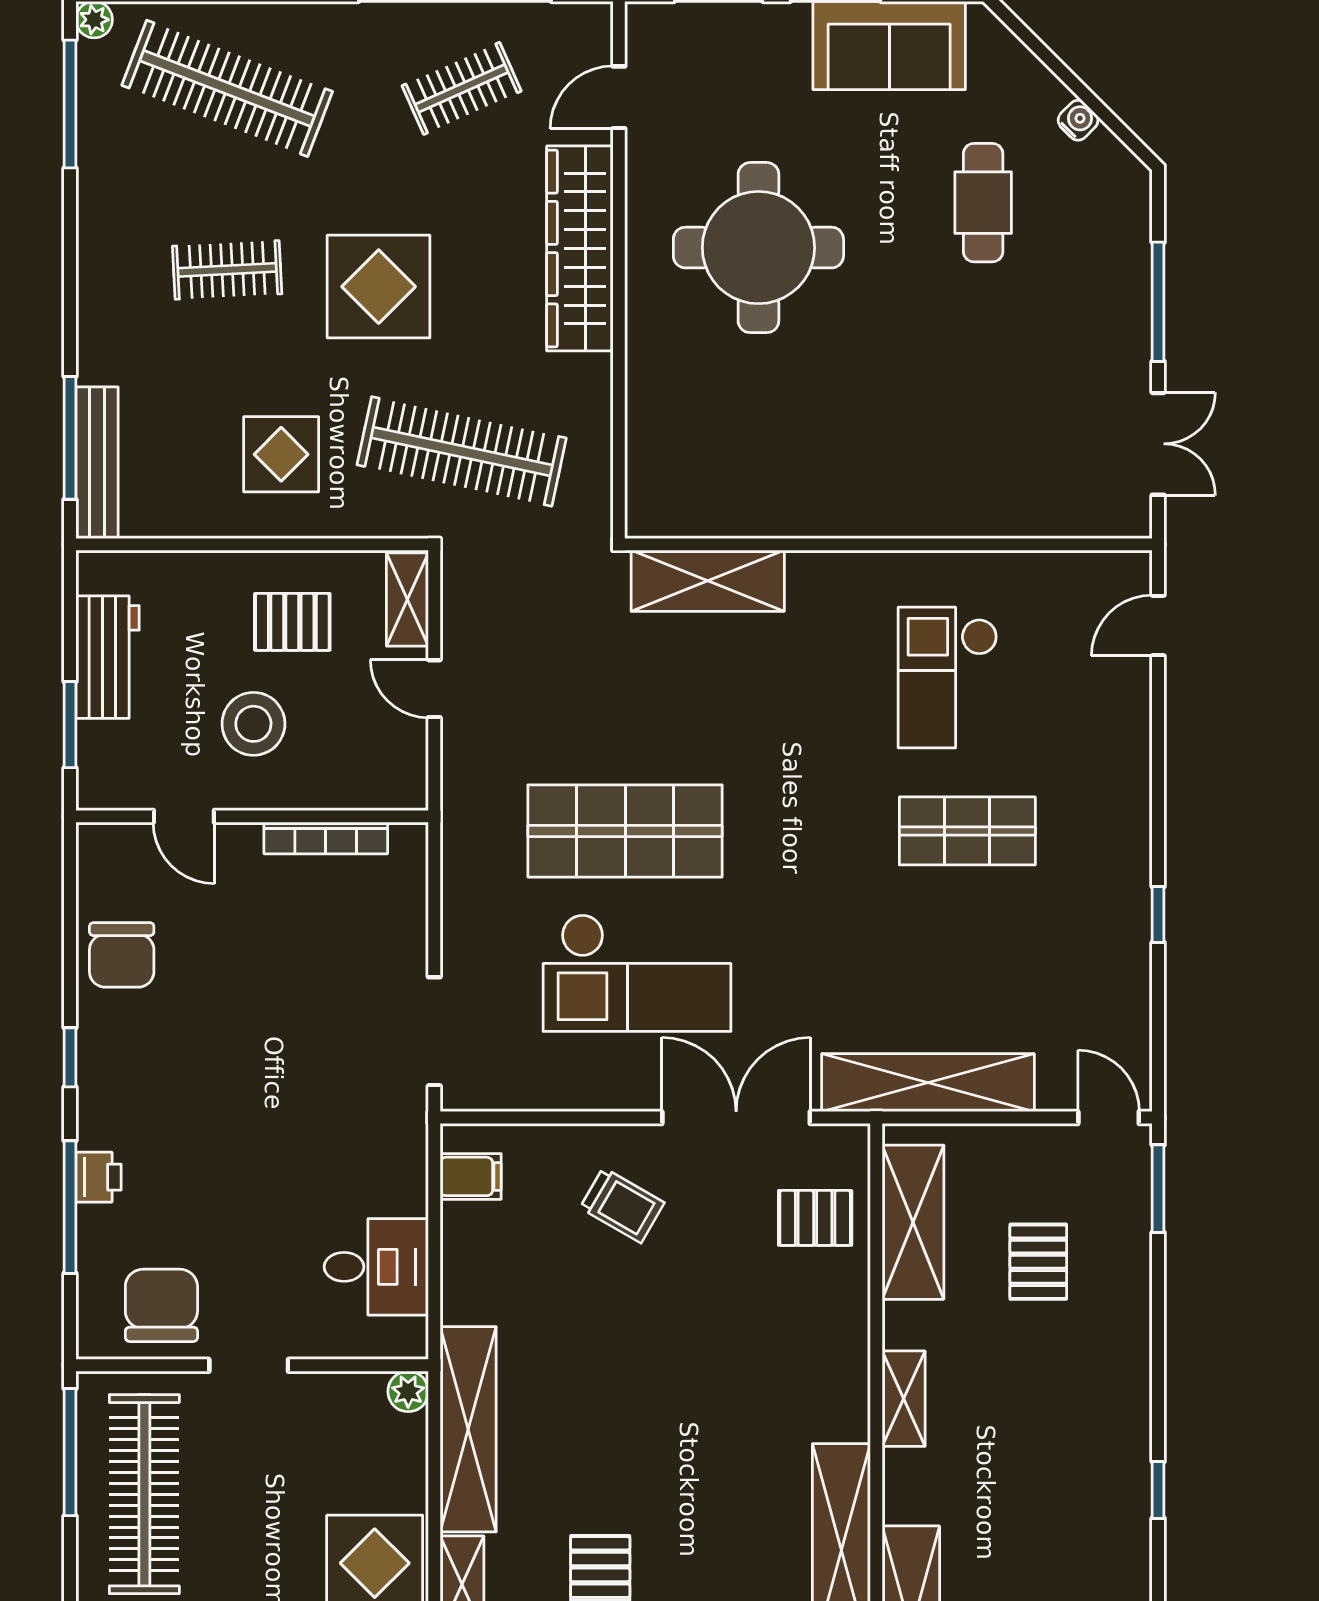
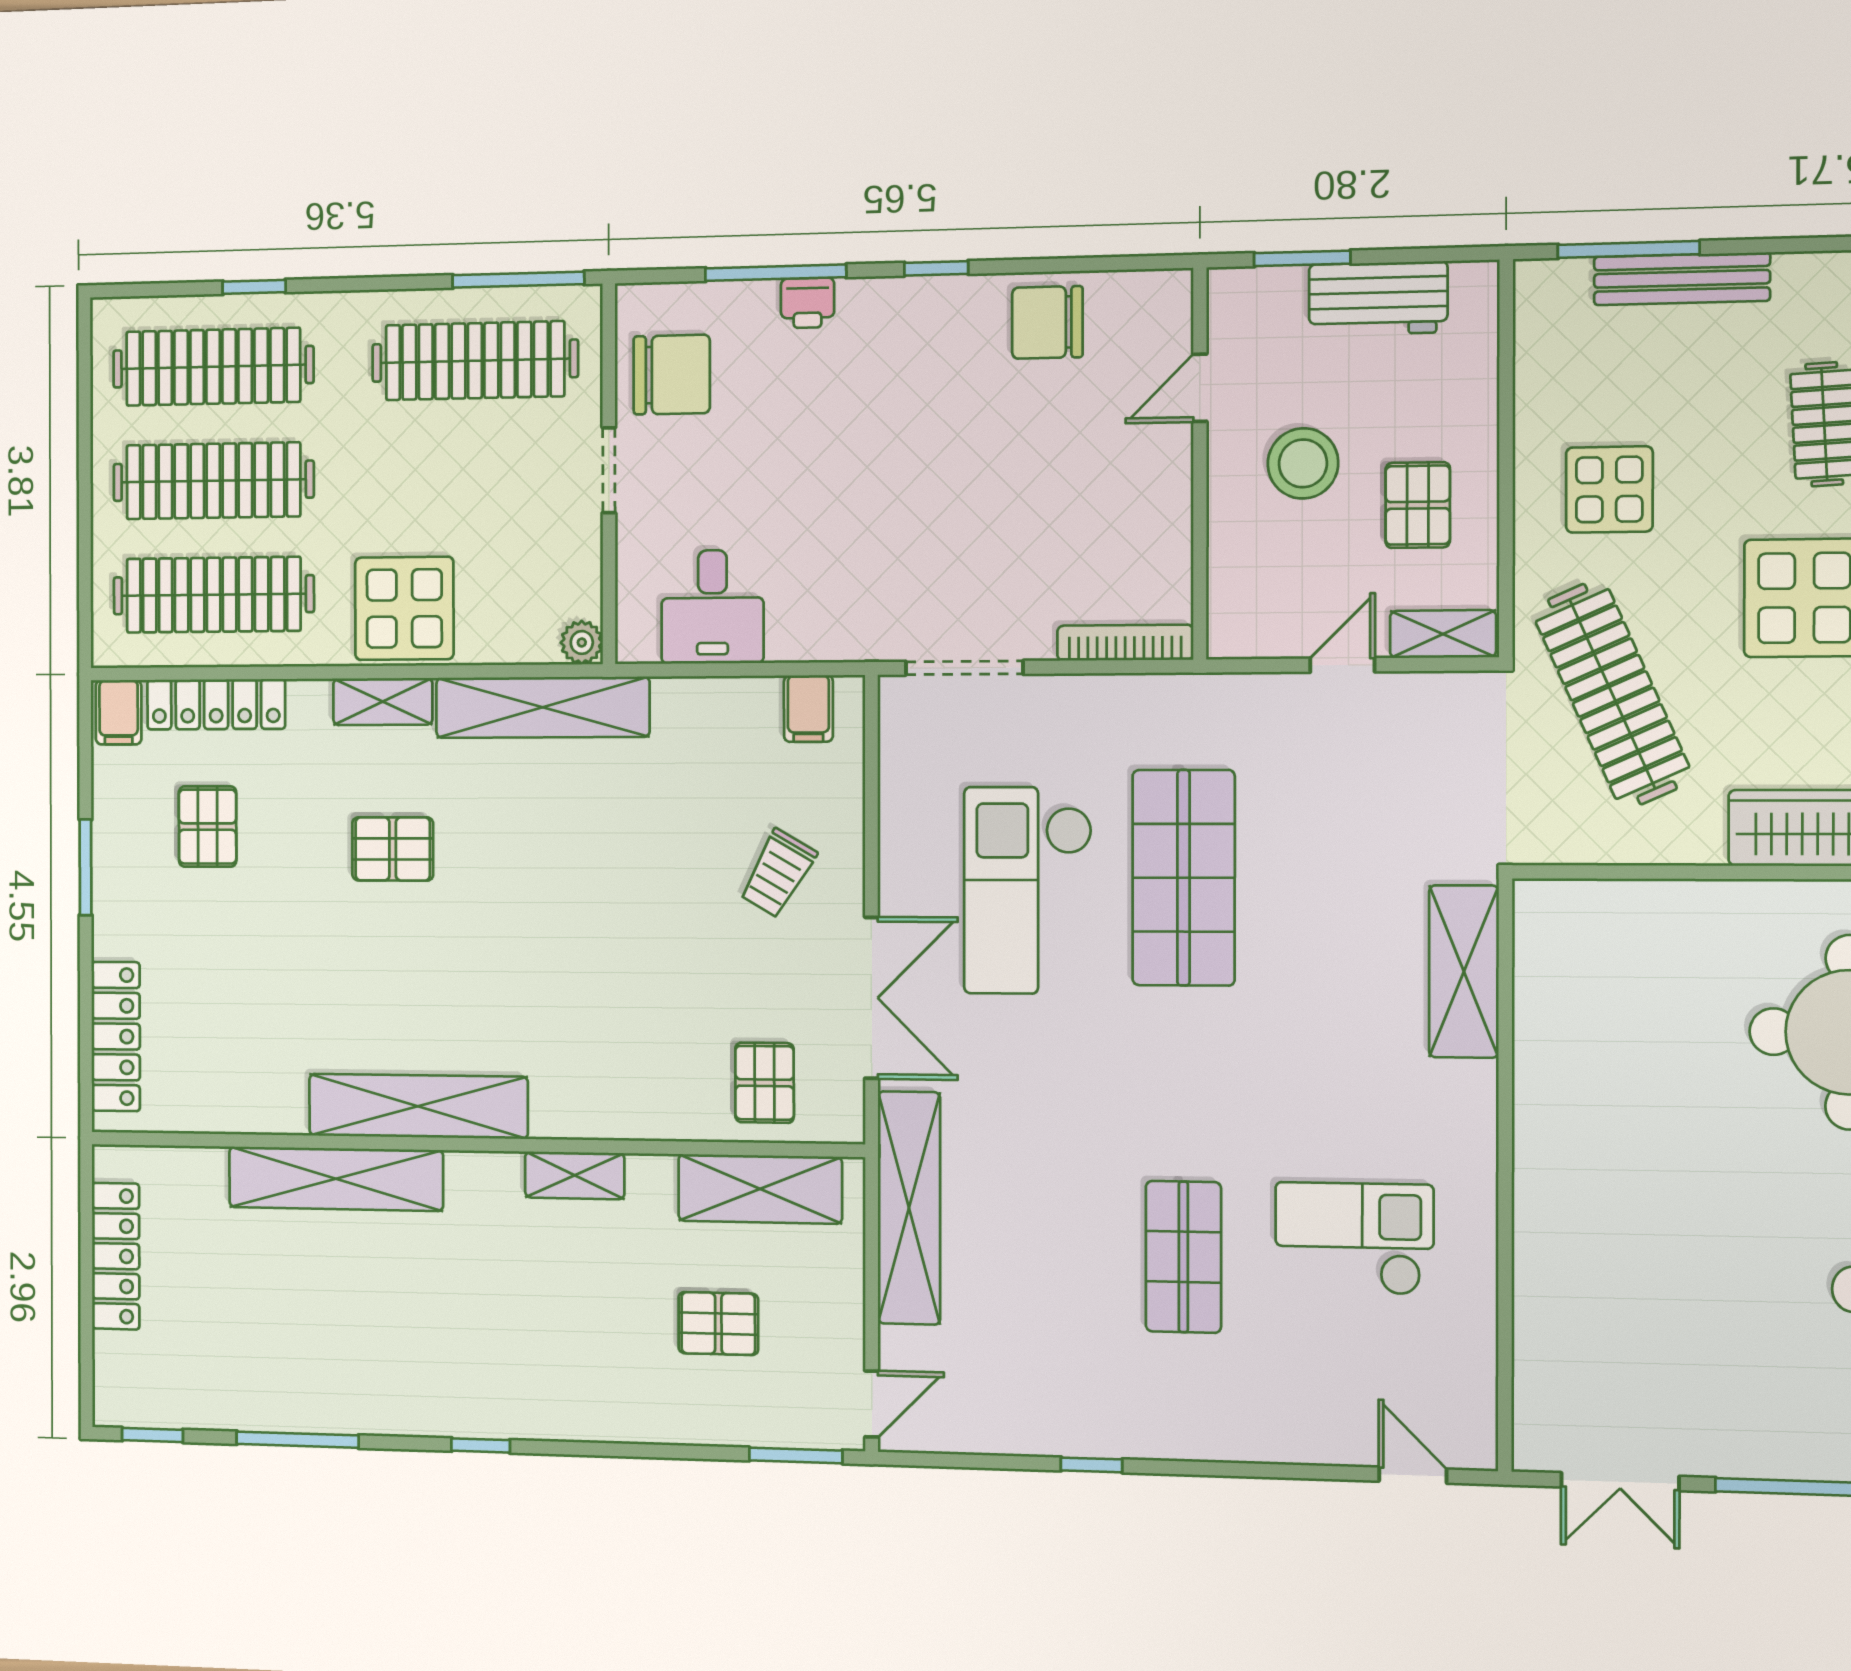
clothes rail: (462, 451) -> (1612, 694), turned -36
bench: (97, 463) -> (1682, 279), moved
bookcase: (326, 838) -> (1125, 643), moved, turned 90

